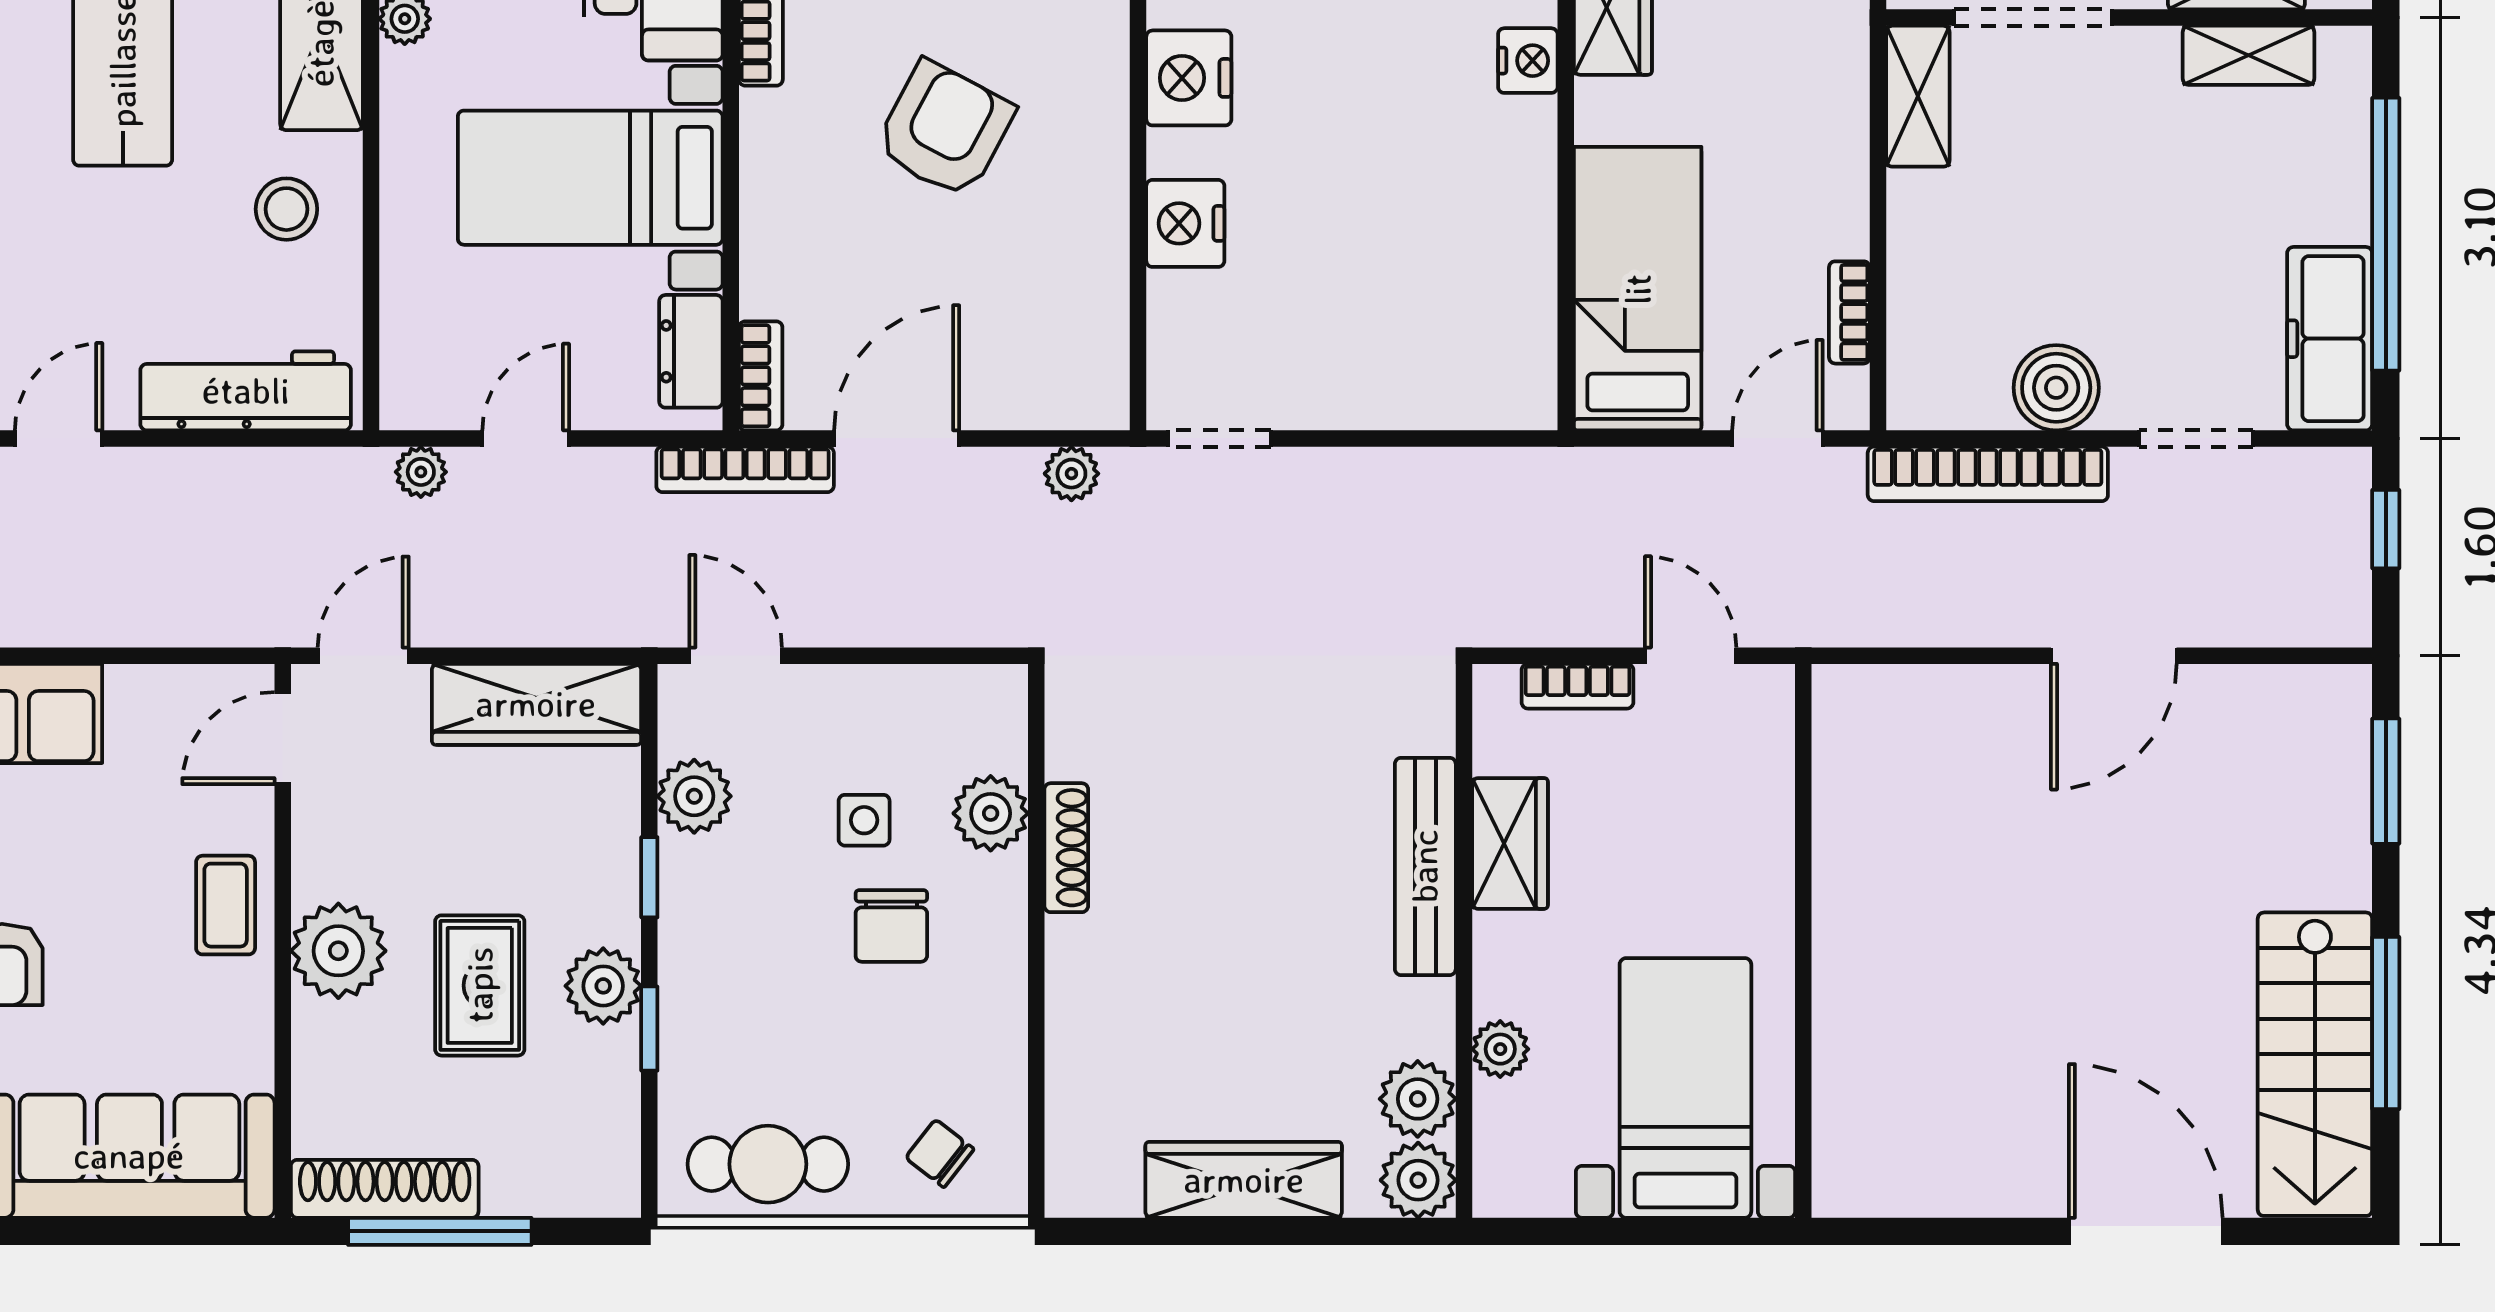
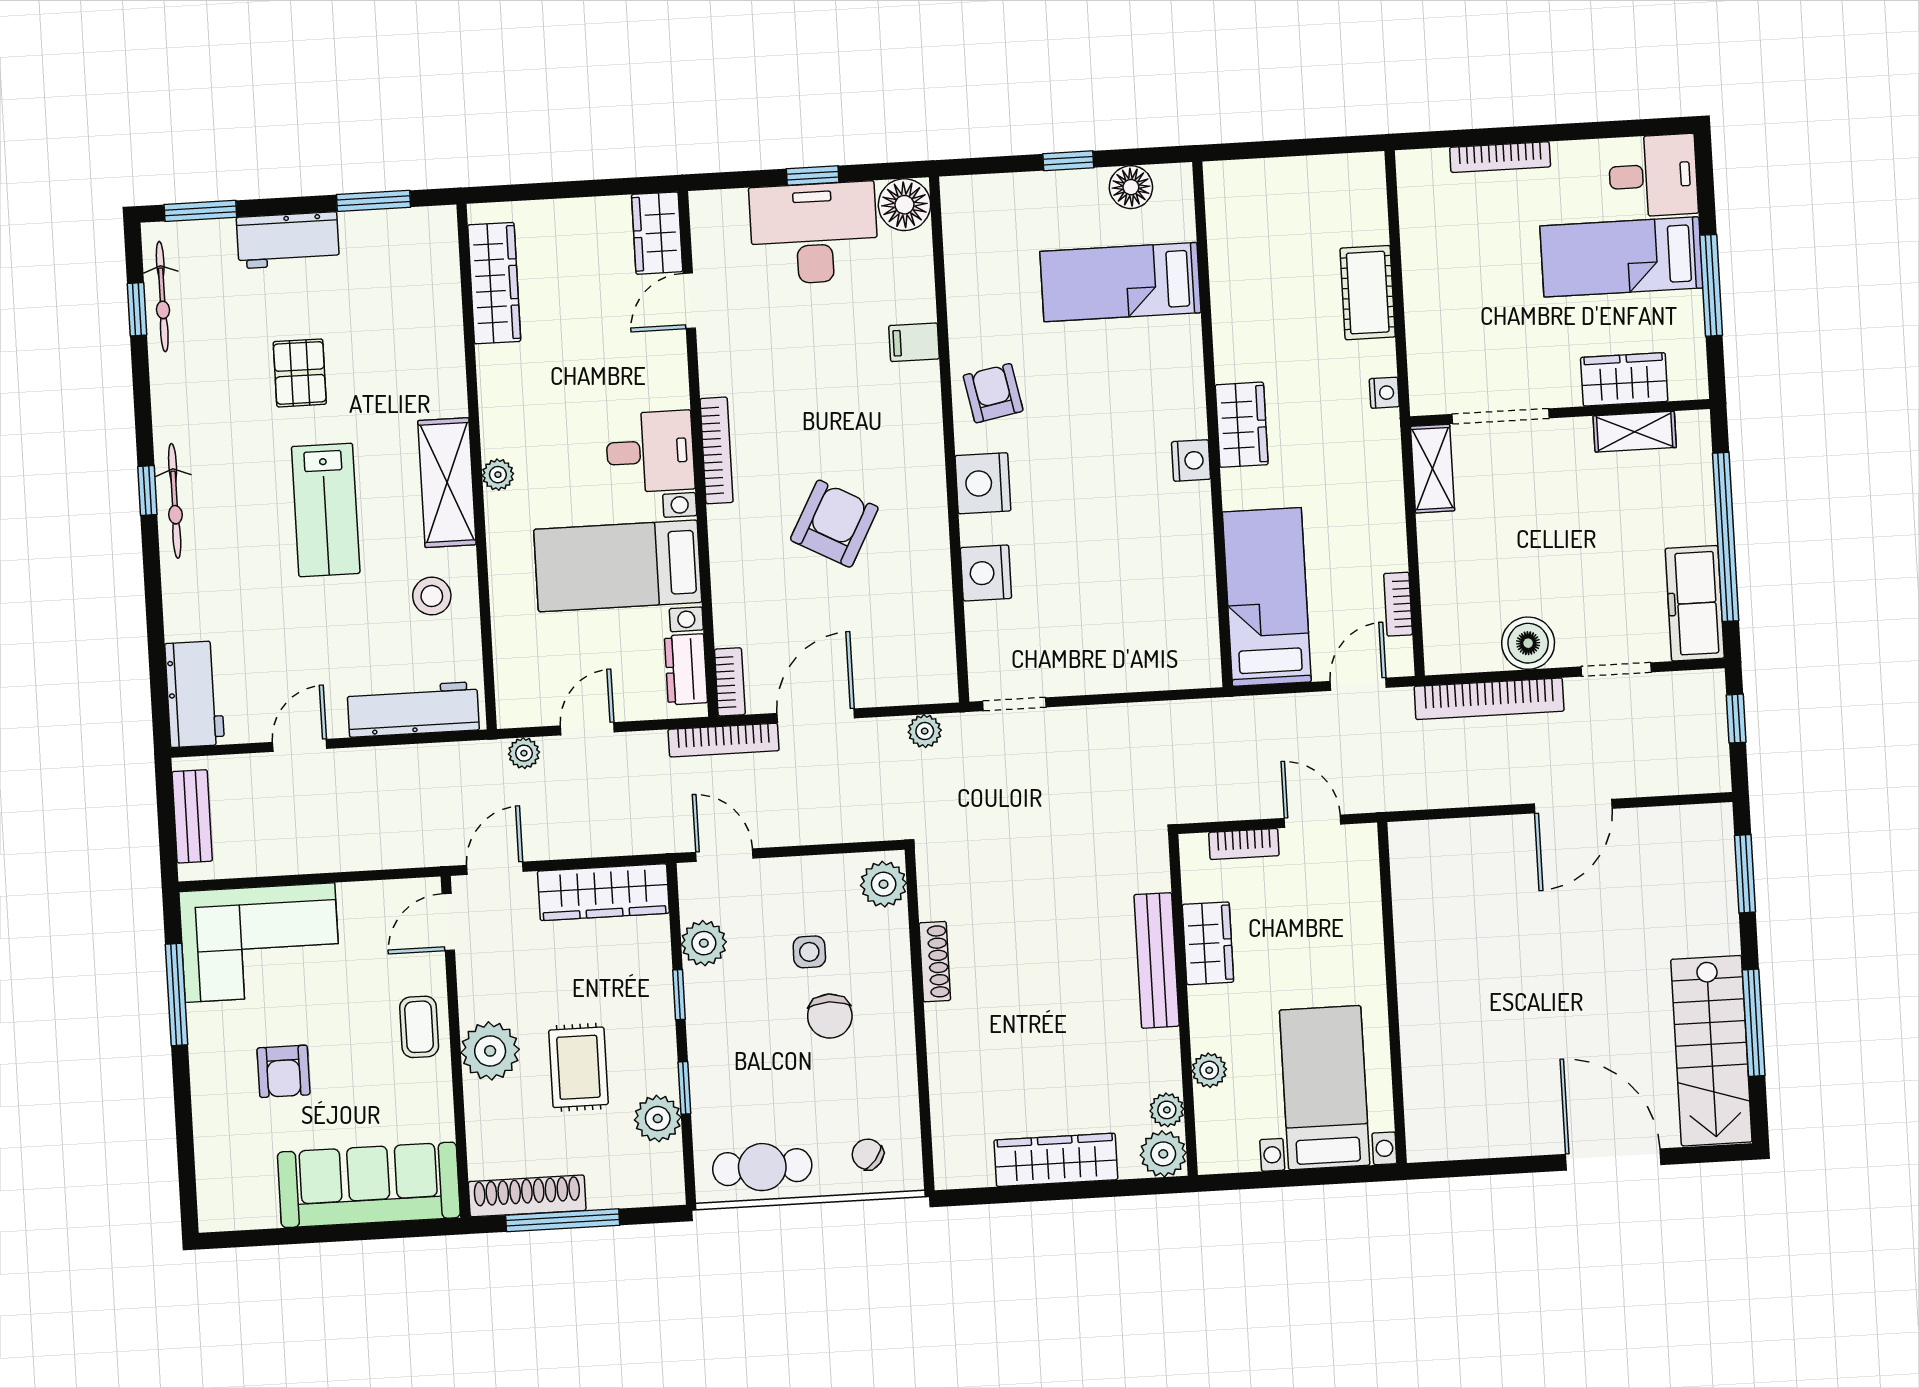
plant: (991, 813) -> (884, 884), moved
plant: (603, 986) -> (658, 1119), moved
plant: (1418, 1099) -> (1167, 1110), width x0.73, depth x0.73

